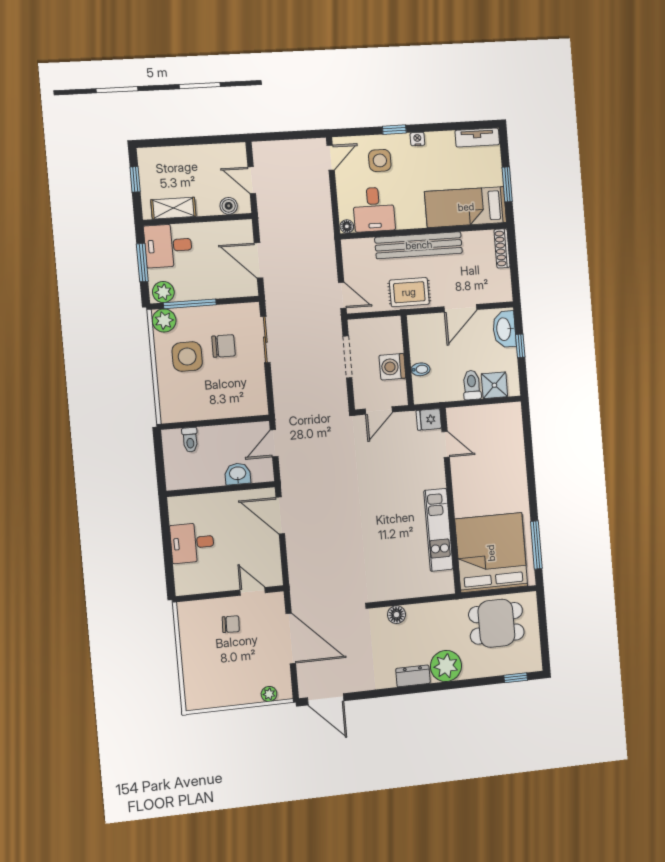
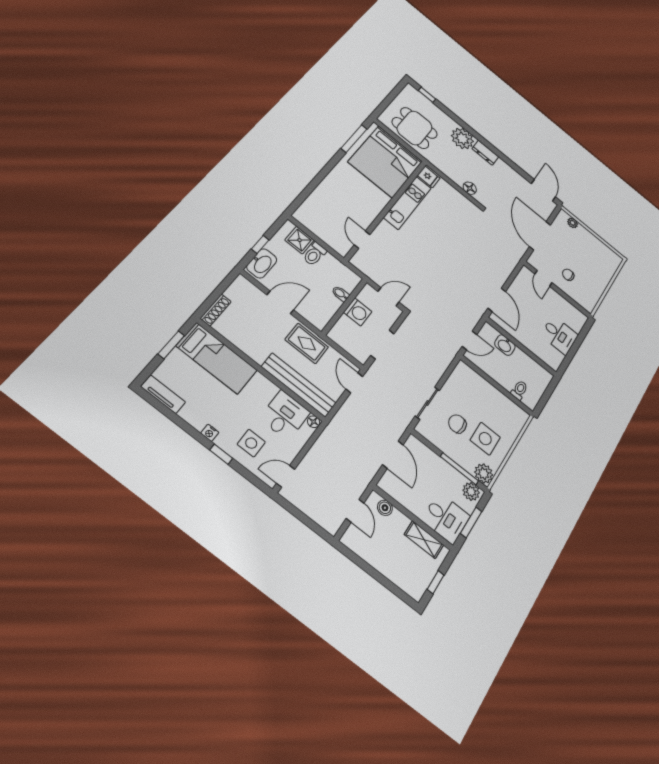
bench: (419, 245) -> (299, 385), moved
fridge: (429, 419) -> (429, 177), moved

